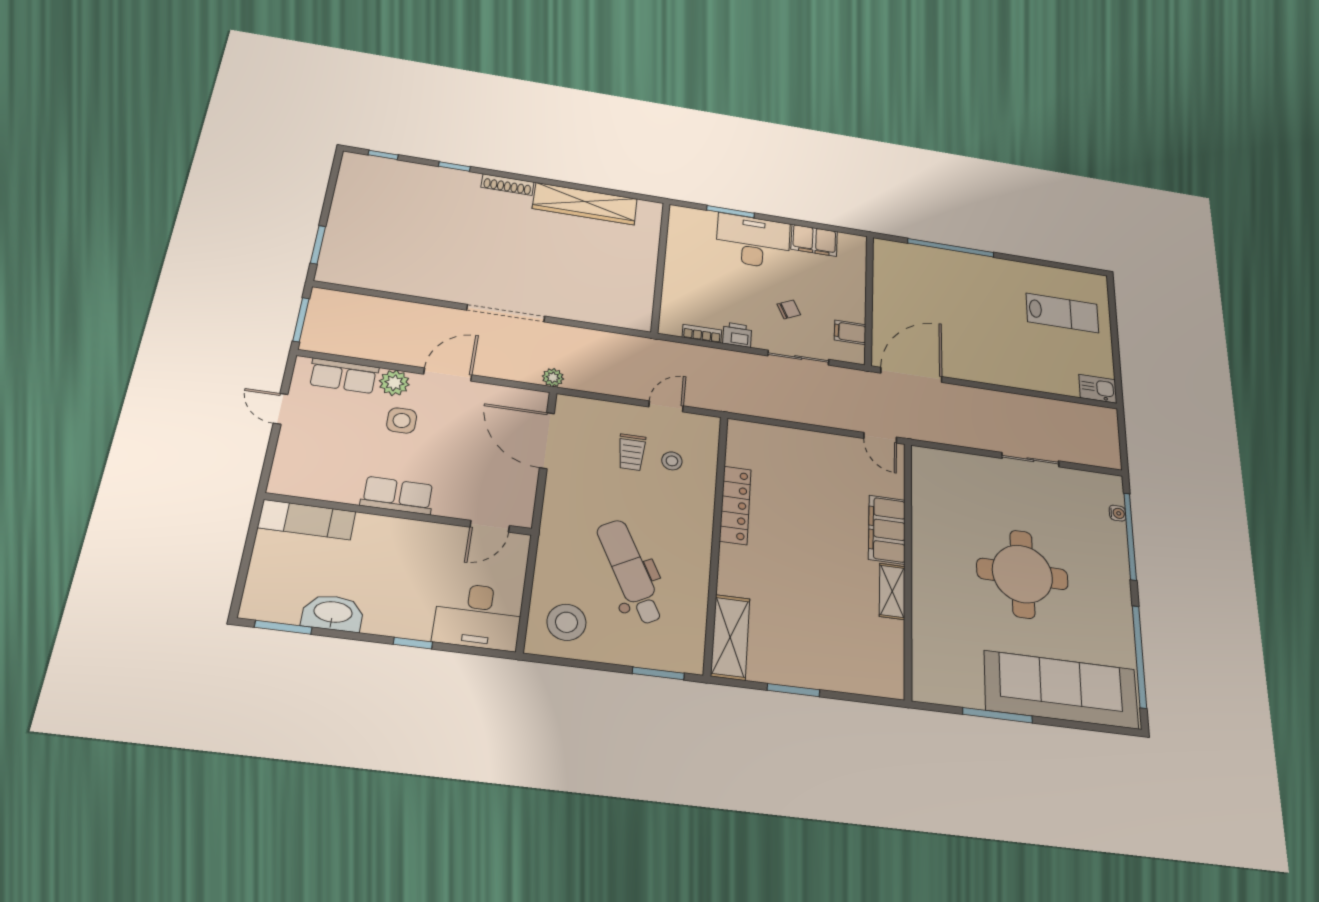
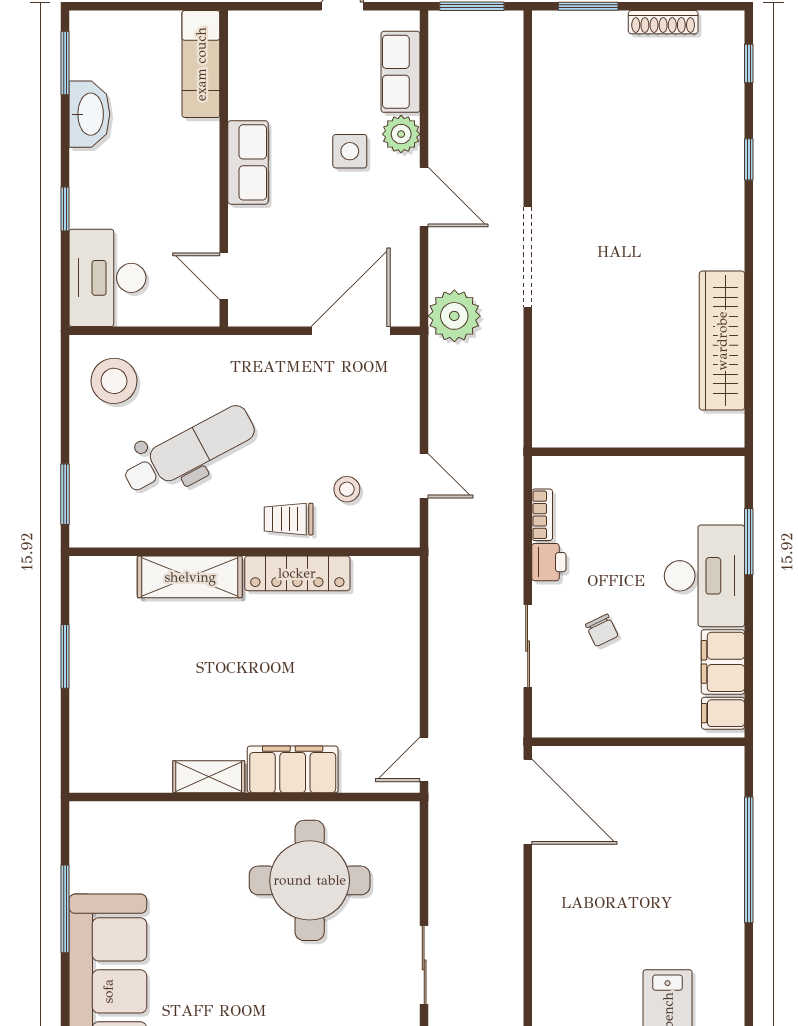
shoe rack: (508, 185) -> (663, 22), moved, turned -90
filing cabinet: (850, 332) -> (723, 713), moved, turned -90
plant: (553, 378) -> (454, 316), width x1.87, depth x1.87
trolley: (632, 452) -> (289, 519), moved
round table: (1022, 574) -> (310, 880), moved
shelving: (730, 637) -> (190, 577), moved

